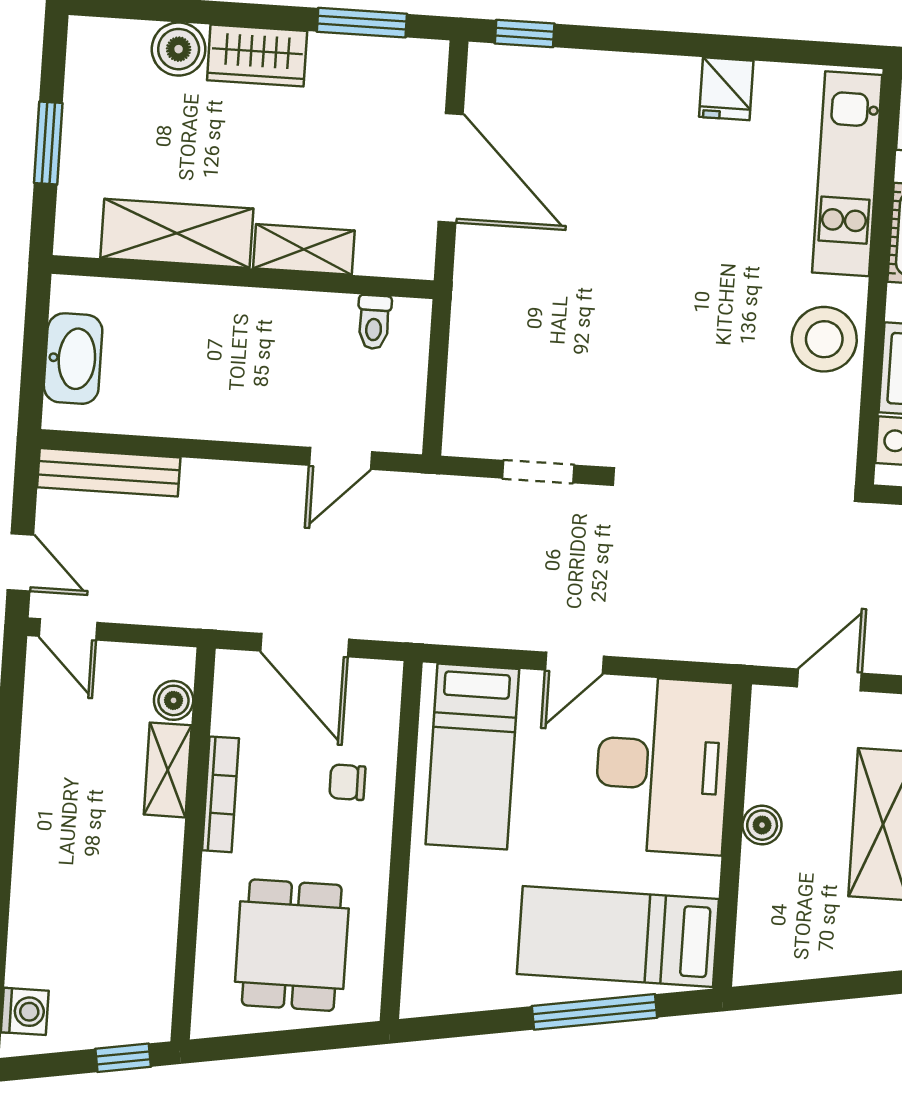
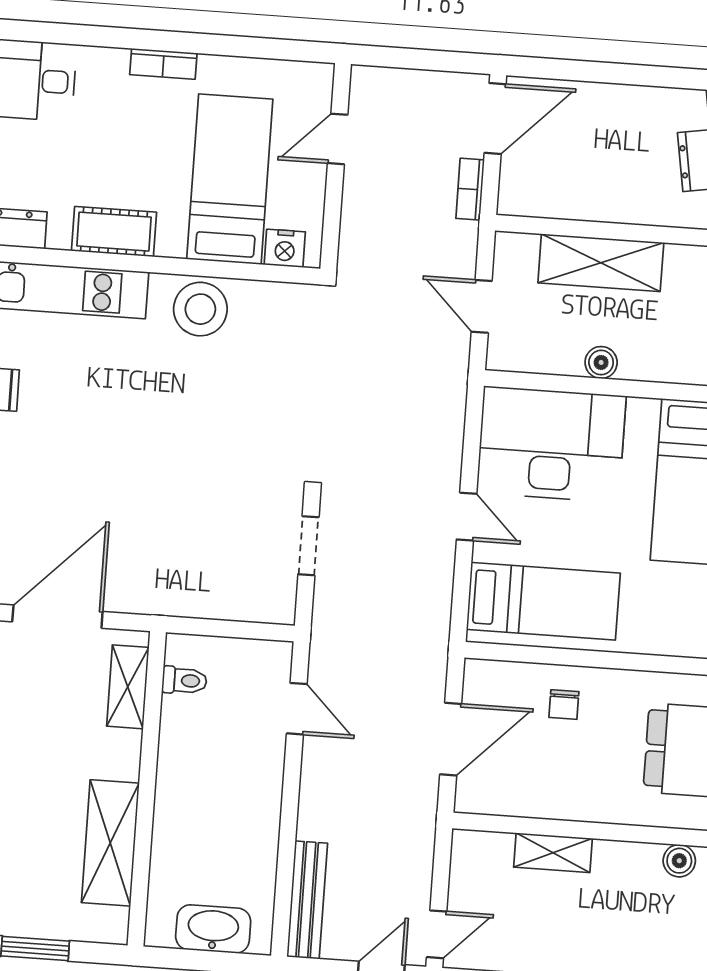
shelving: (304, 249) -> (128, 687), moved
boiler: (174, 700) -> (679, 861), moved
bookcase: (221, 794) -> (573, 809), removed

